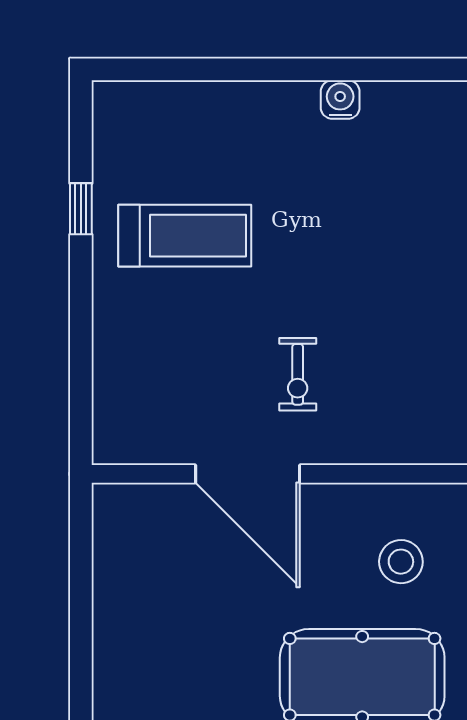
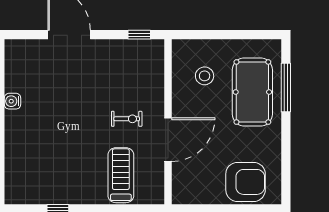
treadmill: (185, 236) -> (121, 175), moved
armchair: (146, 660) -> (246, 182), added

